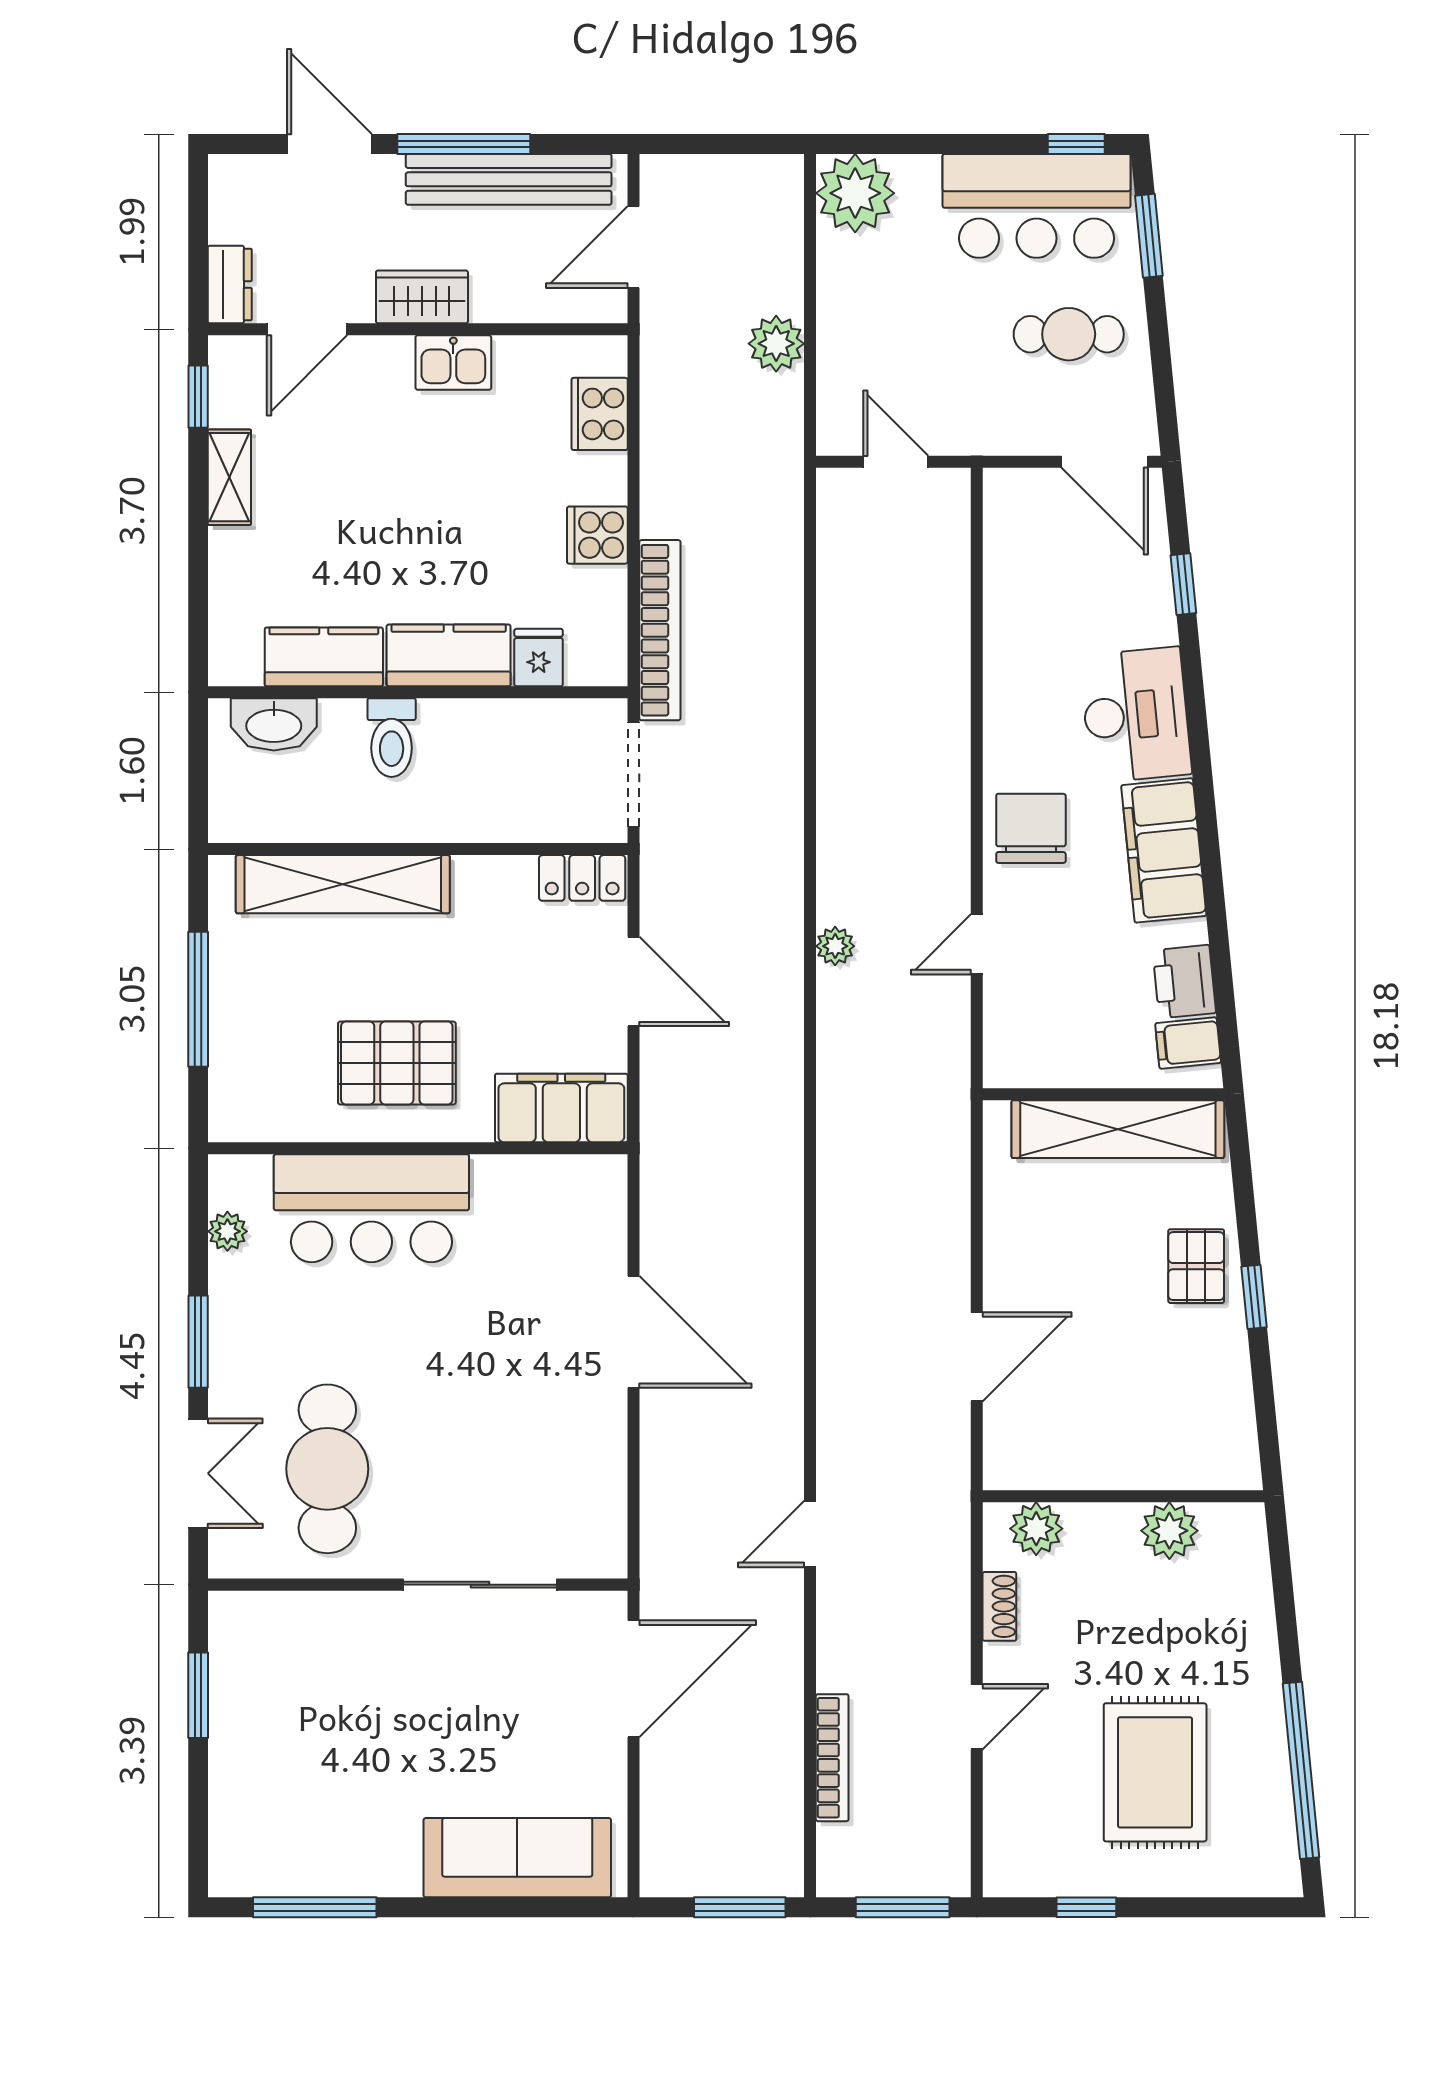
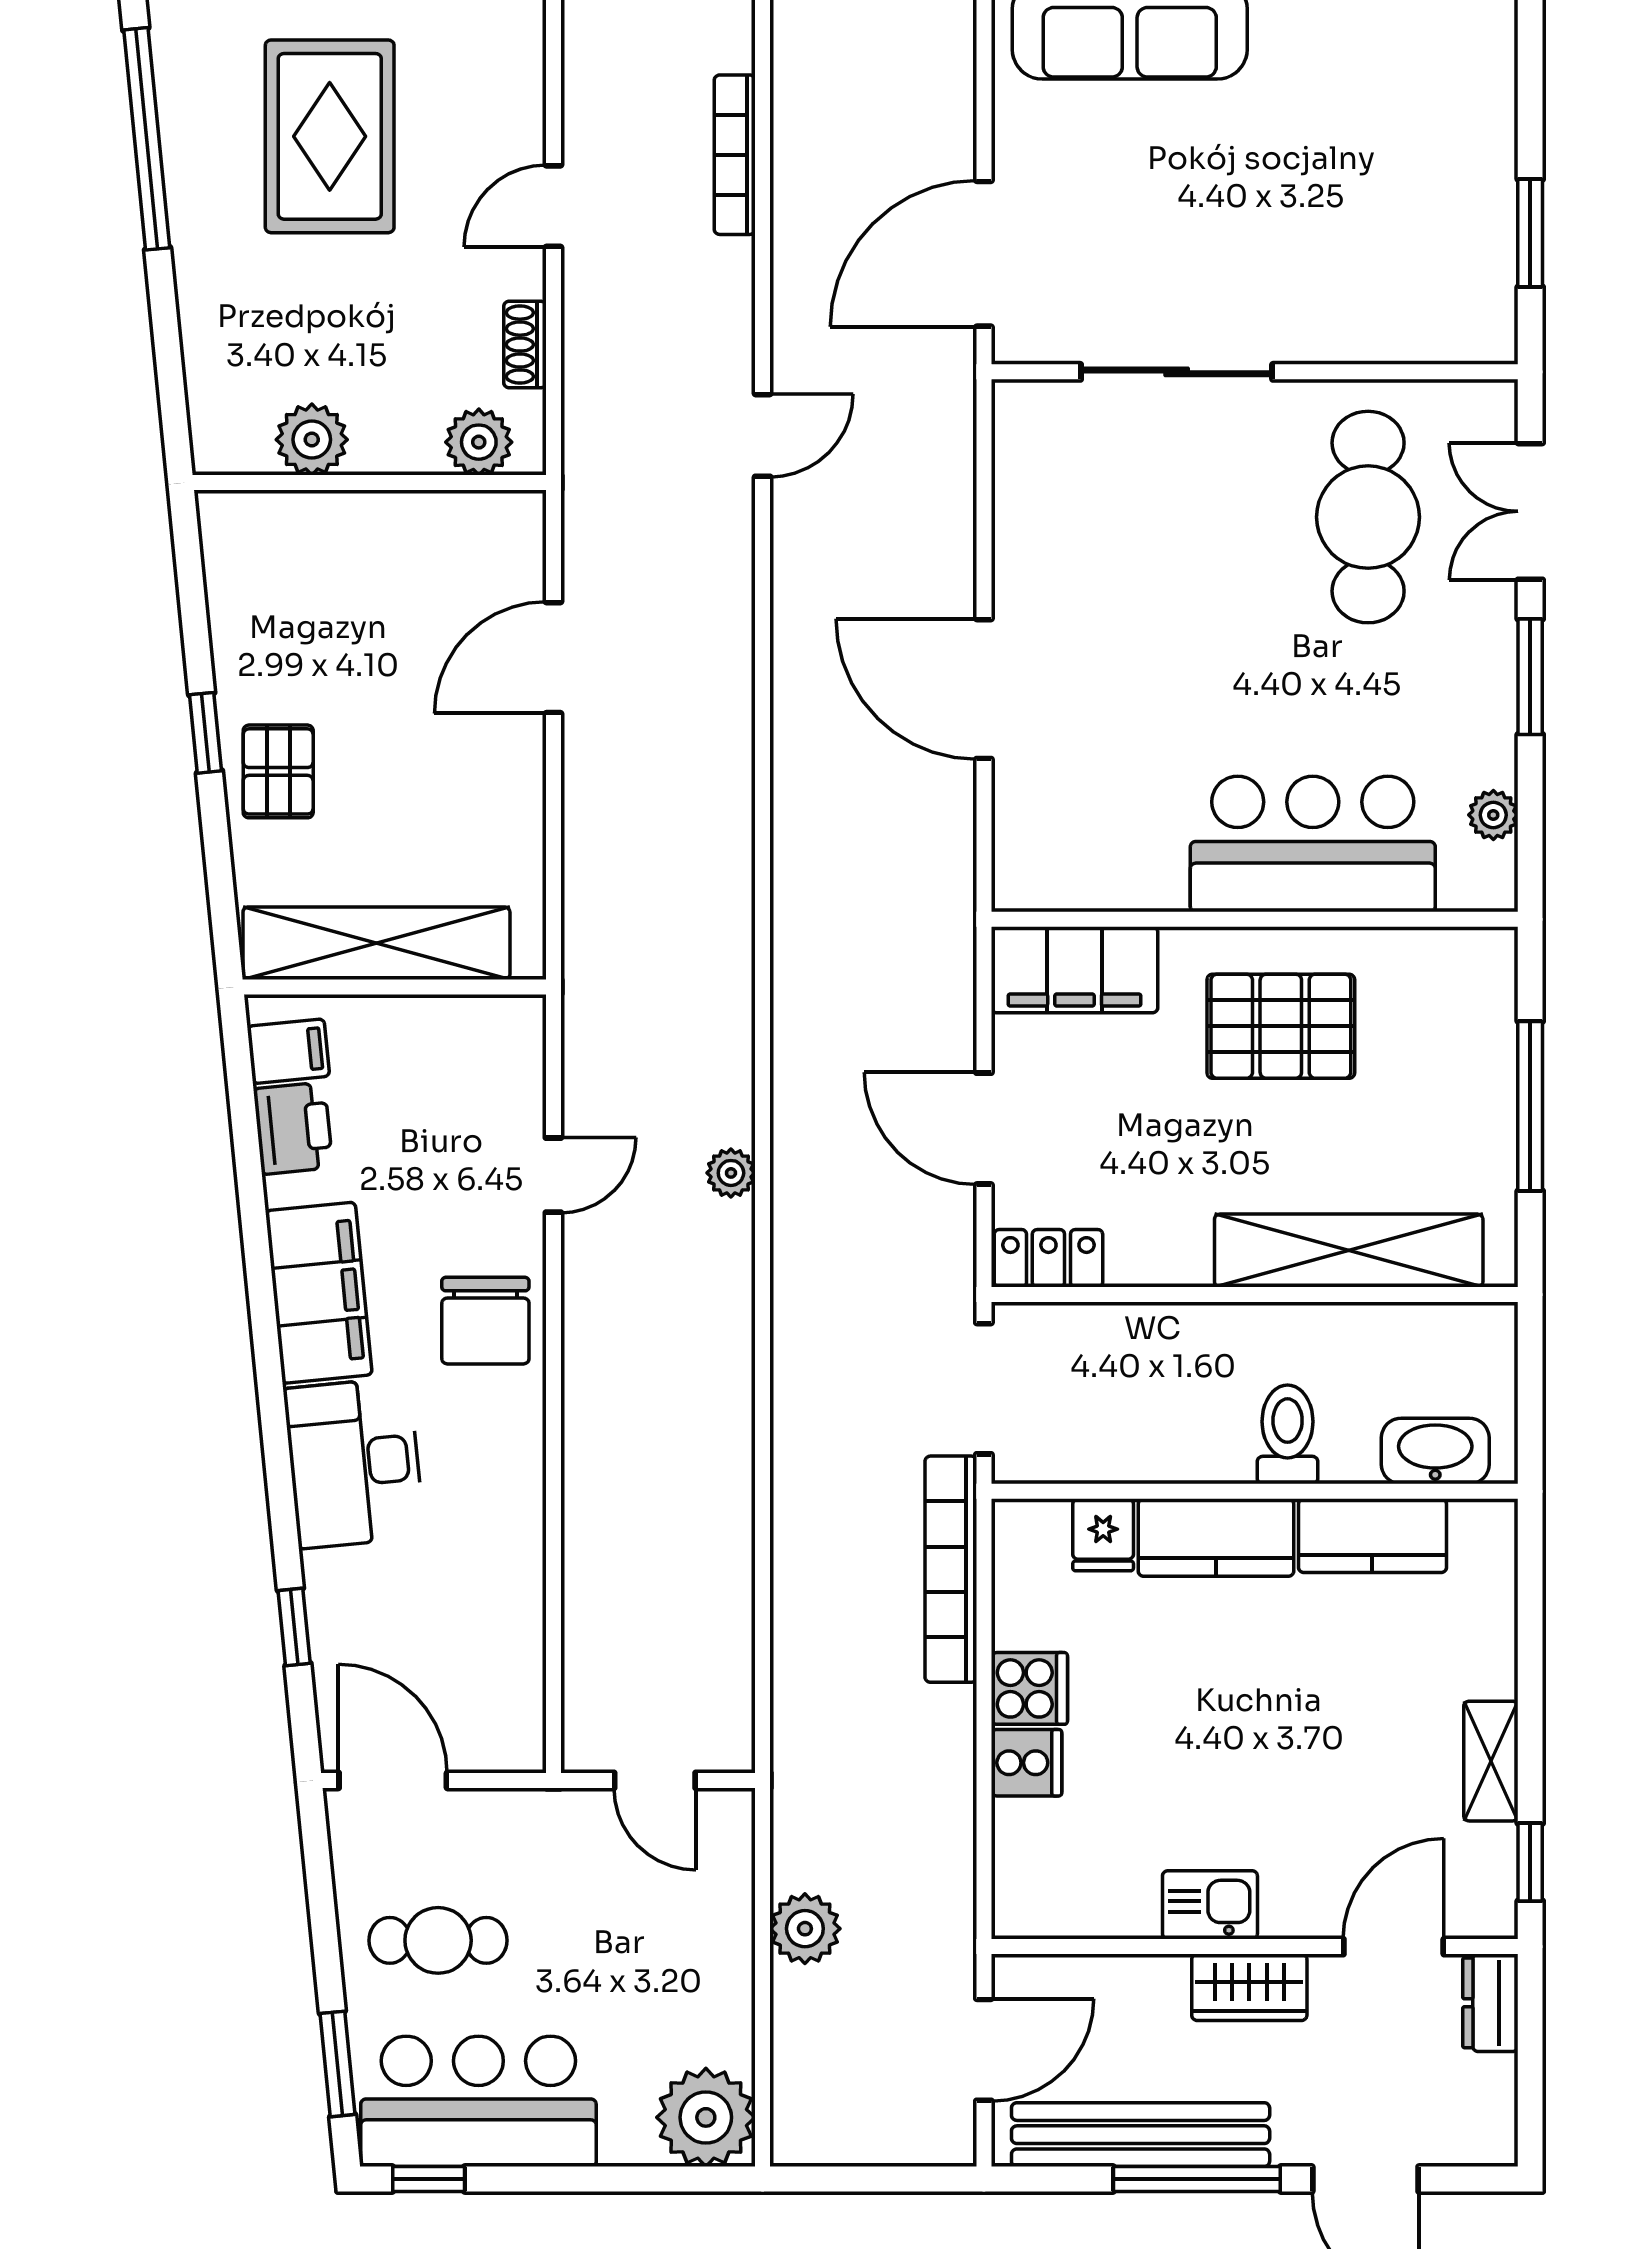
cooker: (600, 414) -> (1026, 1763), moved, width x0.73

